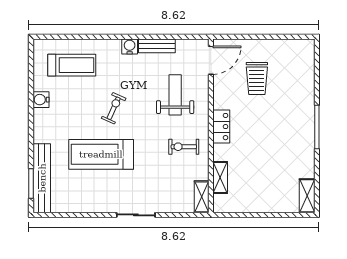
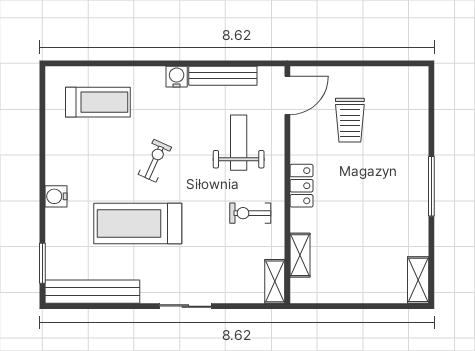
bench: (157, 46) -> (223, 76), width x1.36
water cooler: (41, 100) -> (56, 196), moved
bench: (42, 178) -> (92, 292), moved, turned 90

